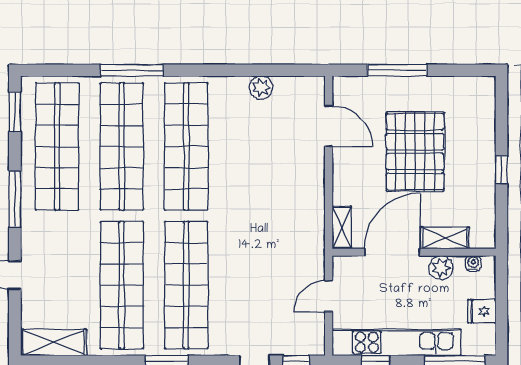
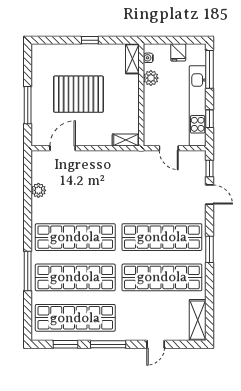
window: (15, 112) -> (65, 344), moved
shelving: (445, 238) -> (132, 59), moved
door: (392, 252) -> (141, 109), removed

